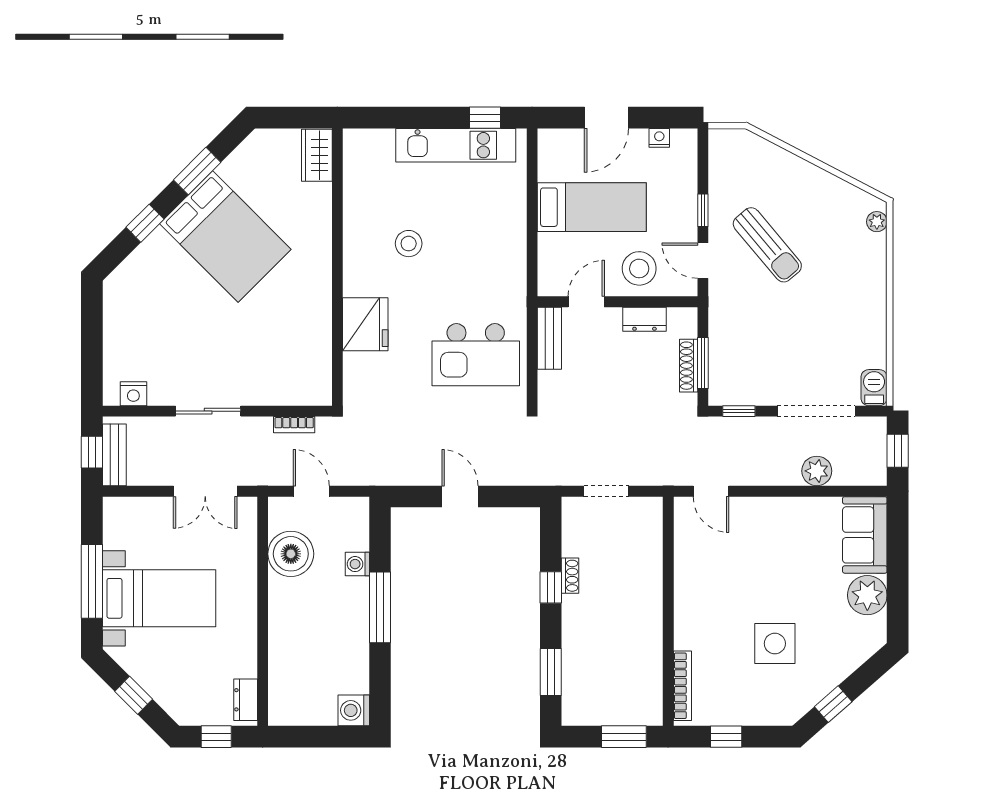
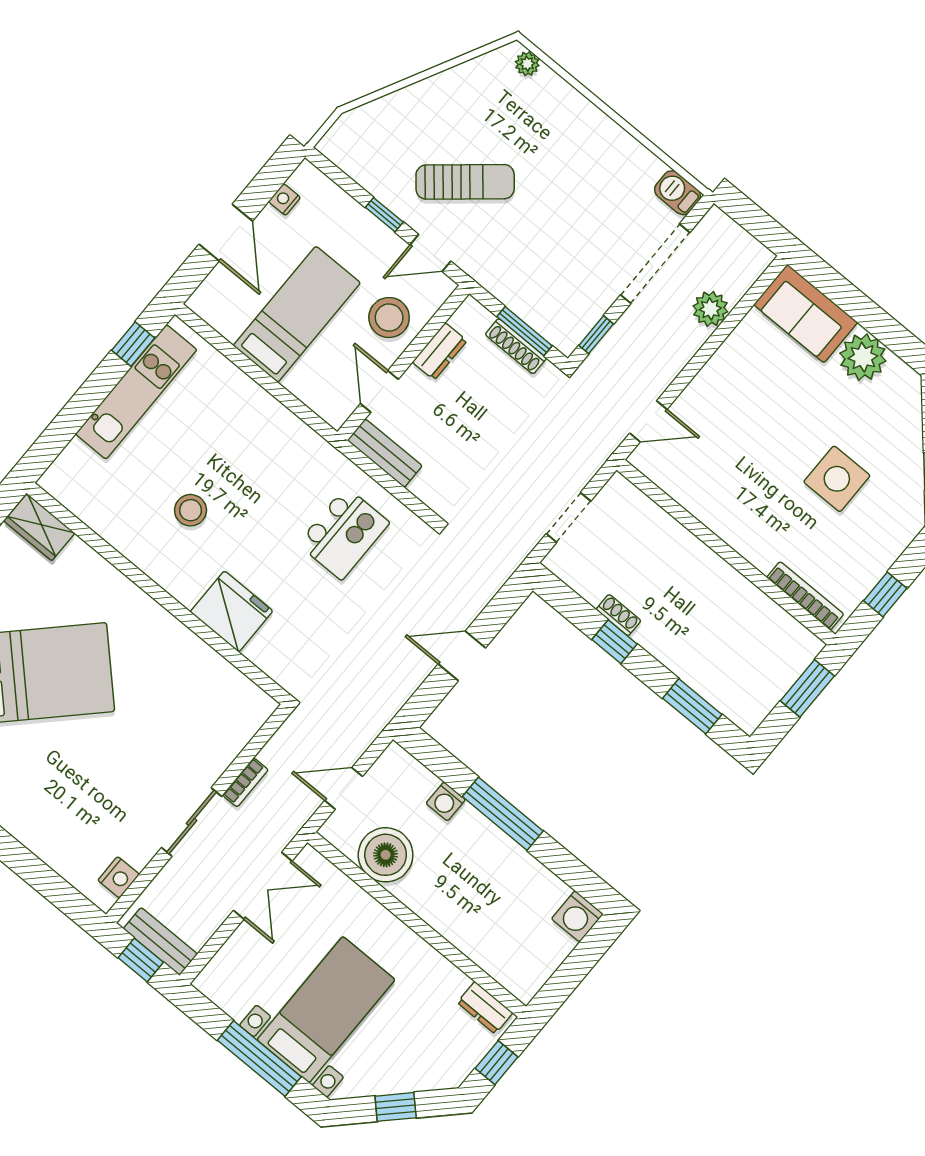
kitchen island: (476, 355) -> (344, 533), width x0.73, depth x0.78
bookcase: (294, 425) -> (245, 782), moved
window: (898, 451) -> (753, 219), removed

